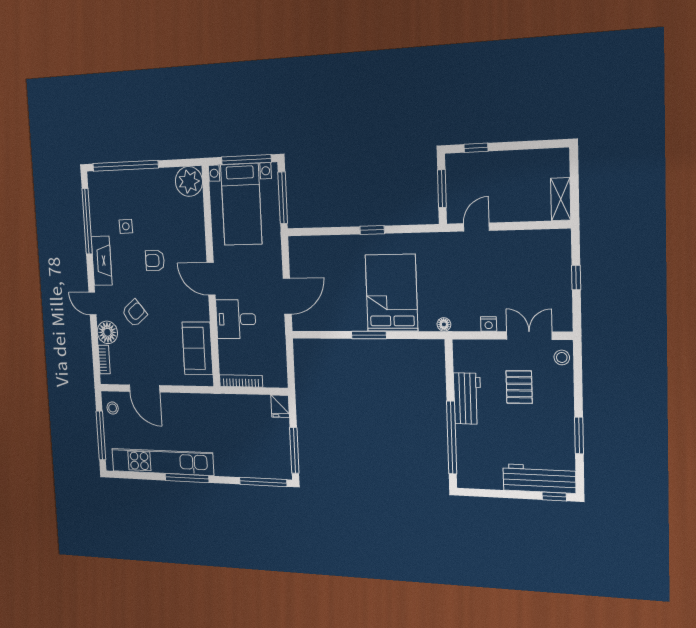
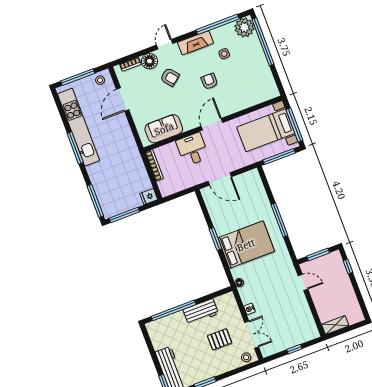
plant: (189, 181) -> (244, 27), moved
window: (372, 230) -> (279, 220), width x2.17

